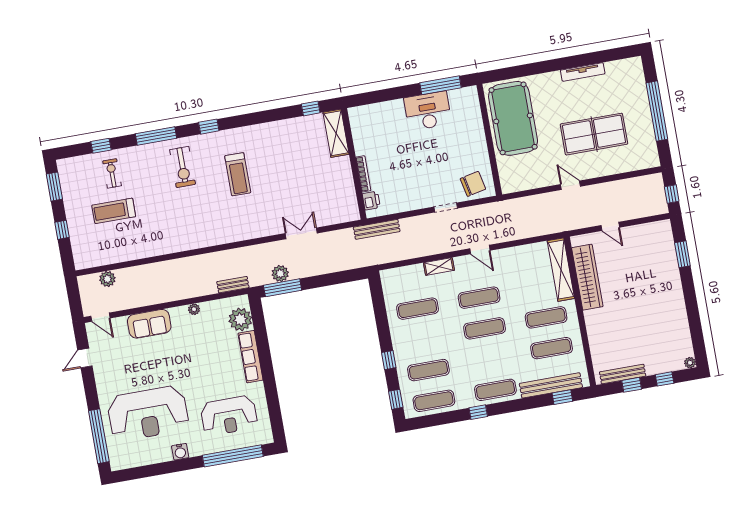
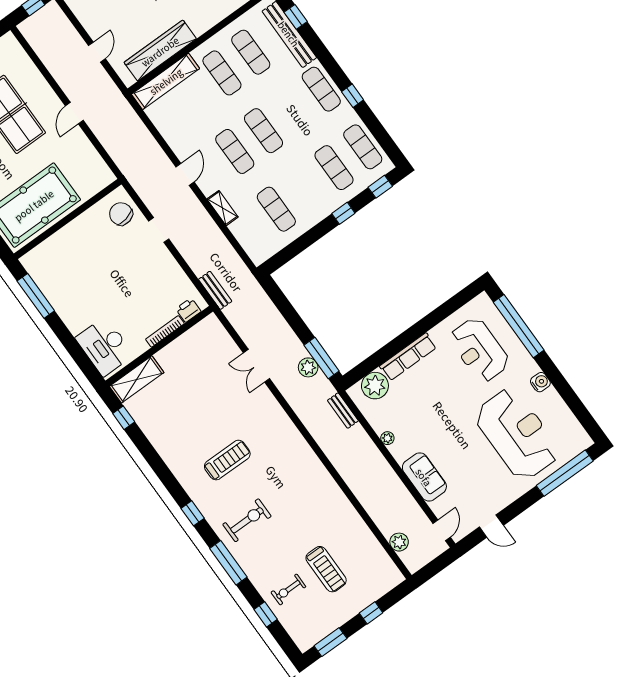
desk: (428, 111) -> (105, 346), moved
bench: (377, 229) -> (215, 290), width x0.73
reception desk: (229, 416) -> (479, 350), turned 180

